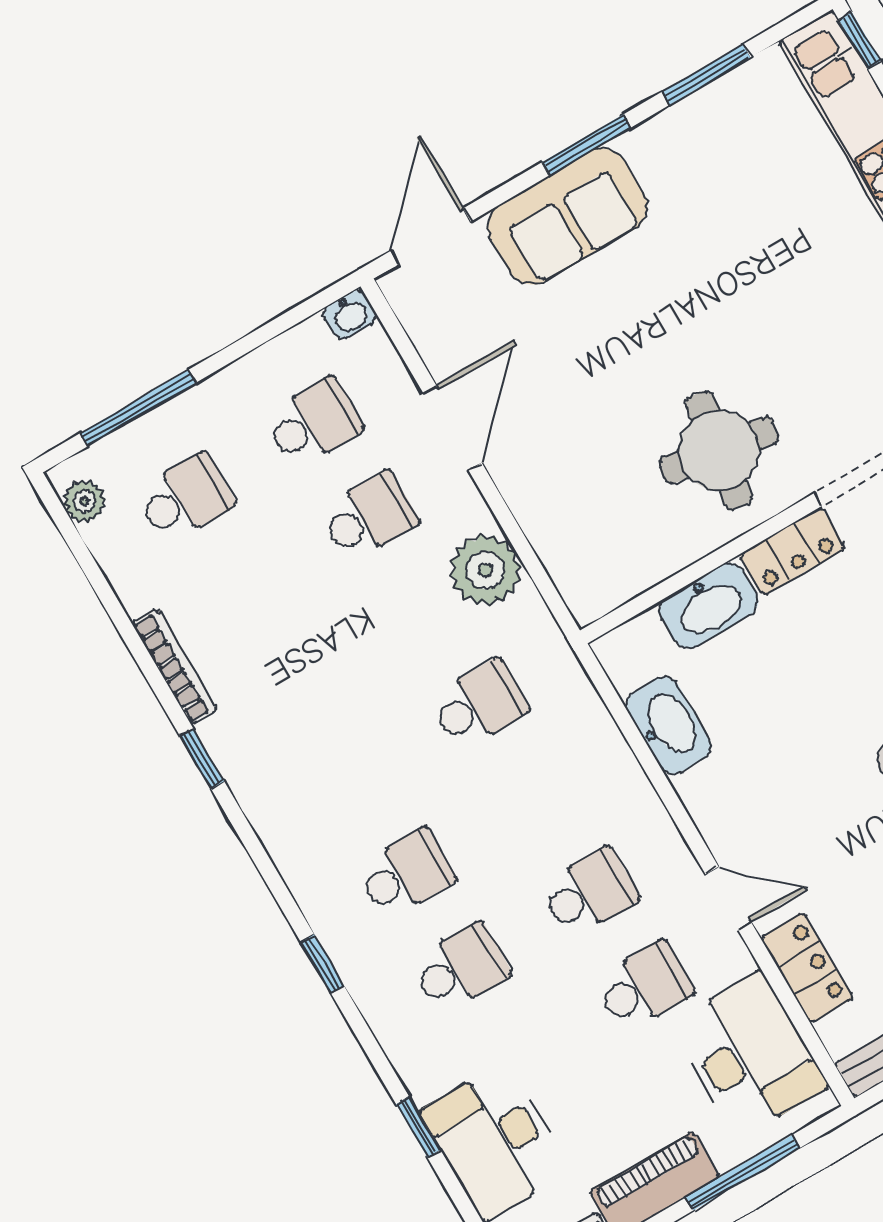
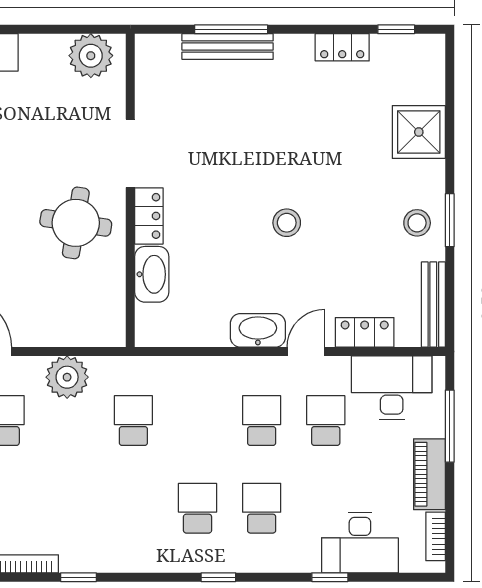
washbasin: (669, 725) -> (258, 330), moved

